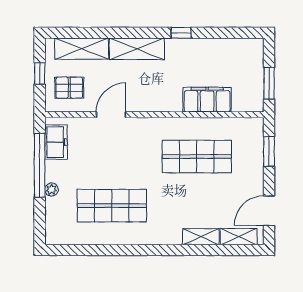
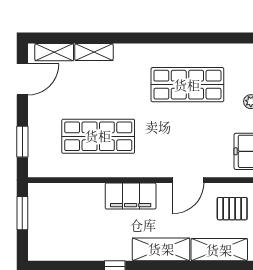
filing cabinet: (207, 100) -> (131, 196), moved

